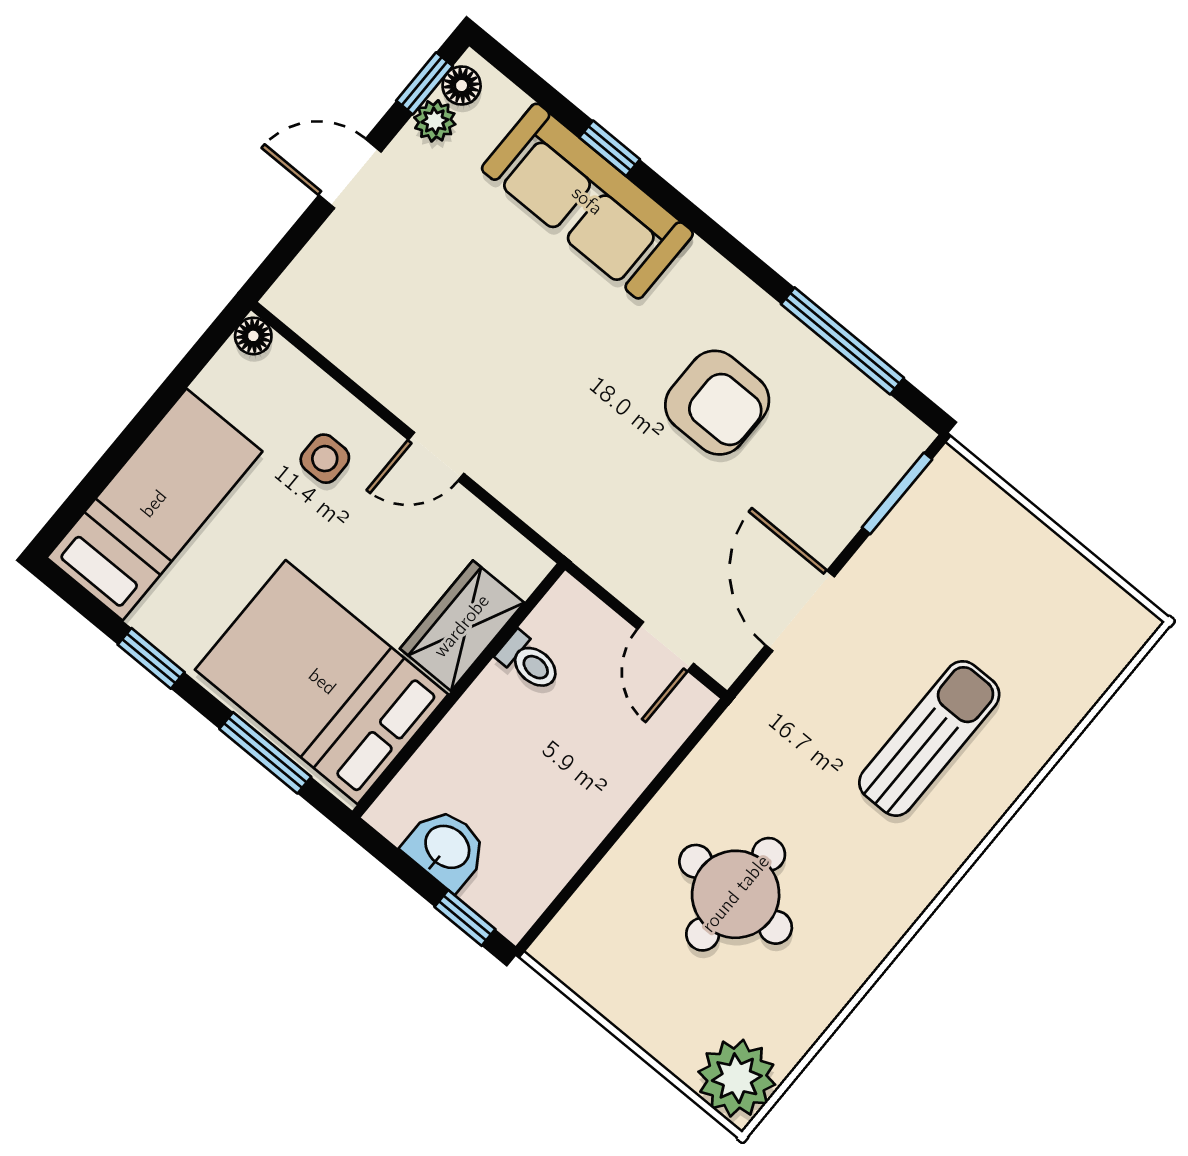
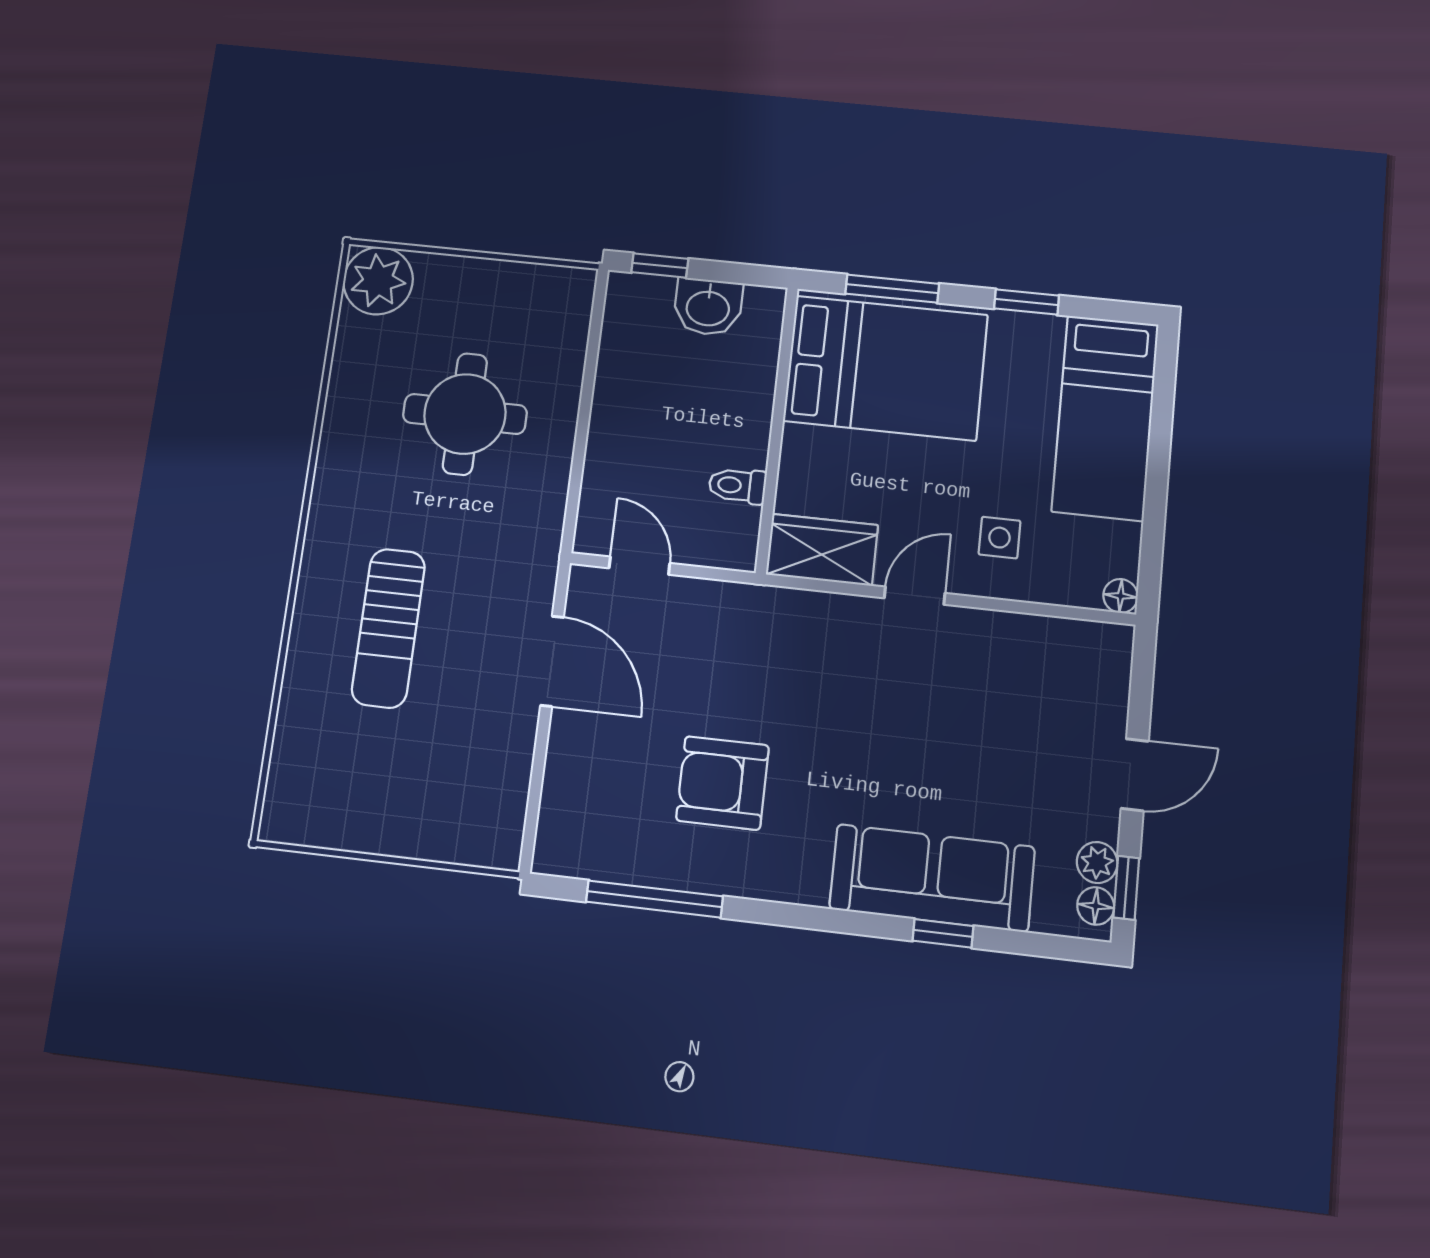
window: (897, 493) -> (533, 804), removed
wardrobe: (462, 626) -> (822, 550), moved, turned -90

